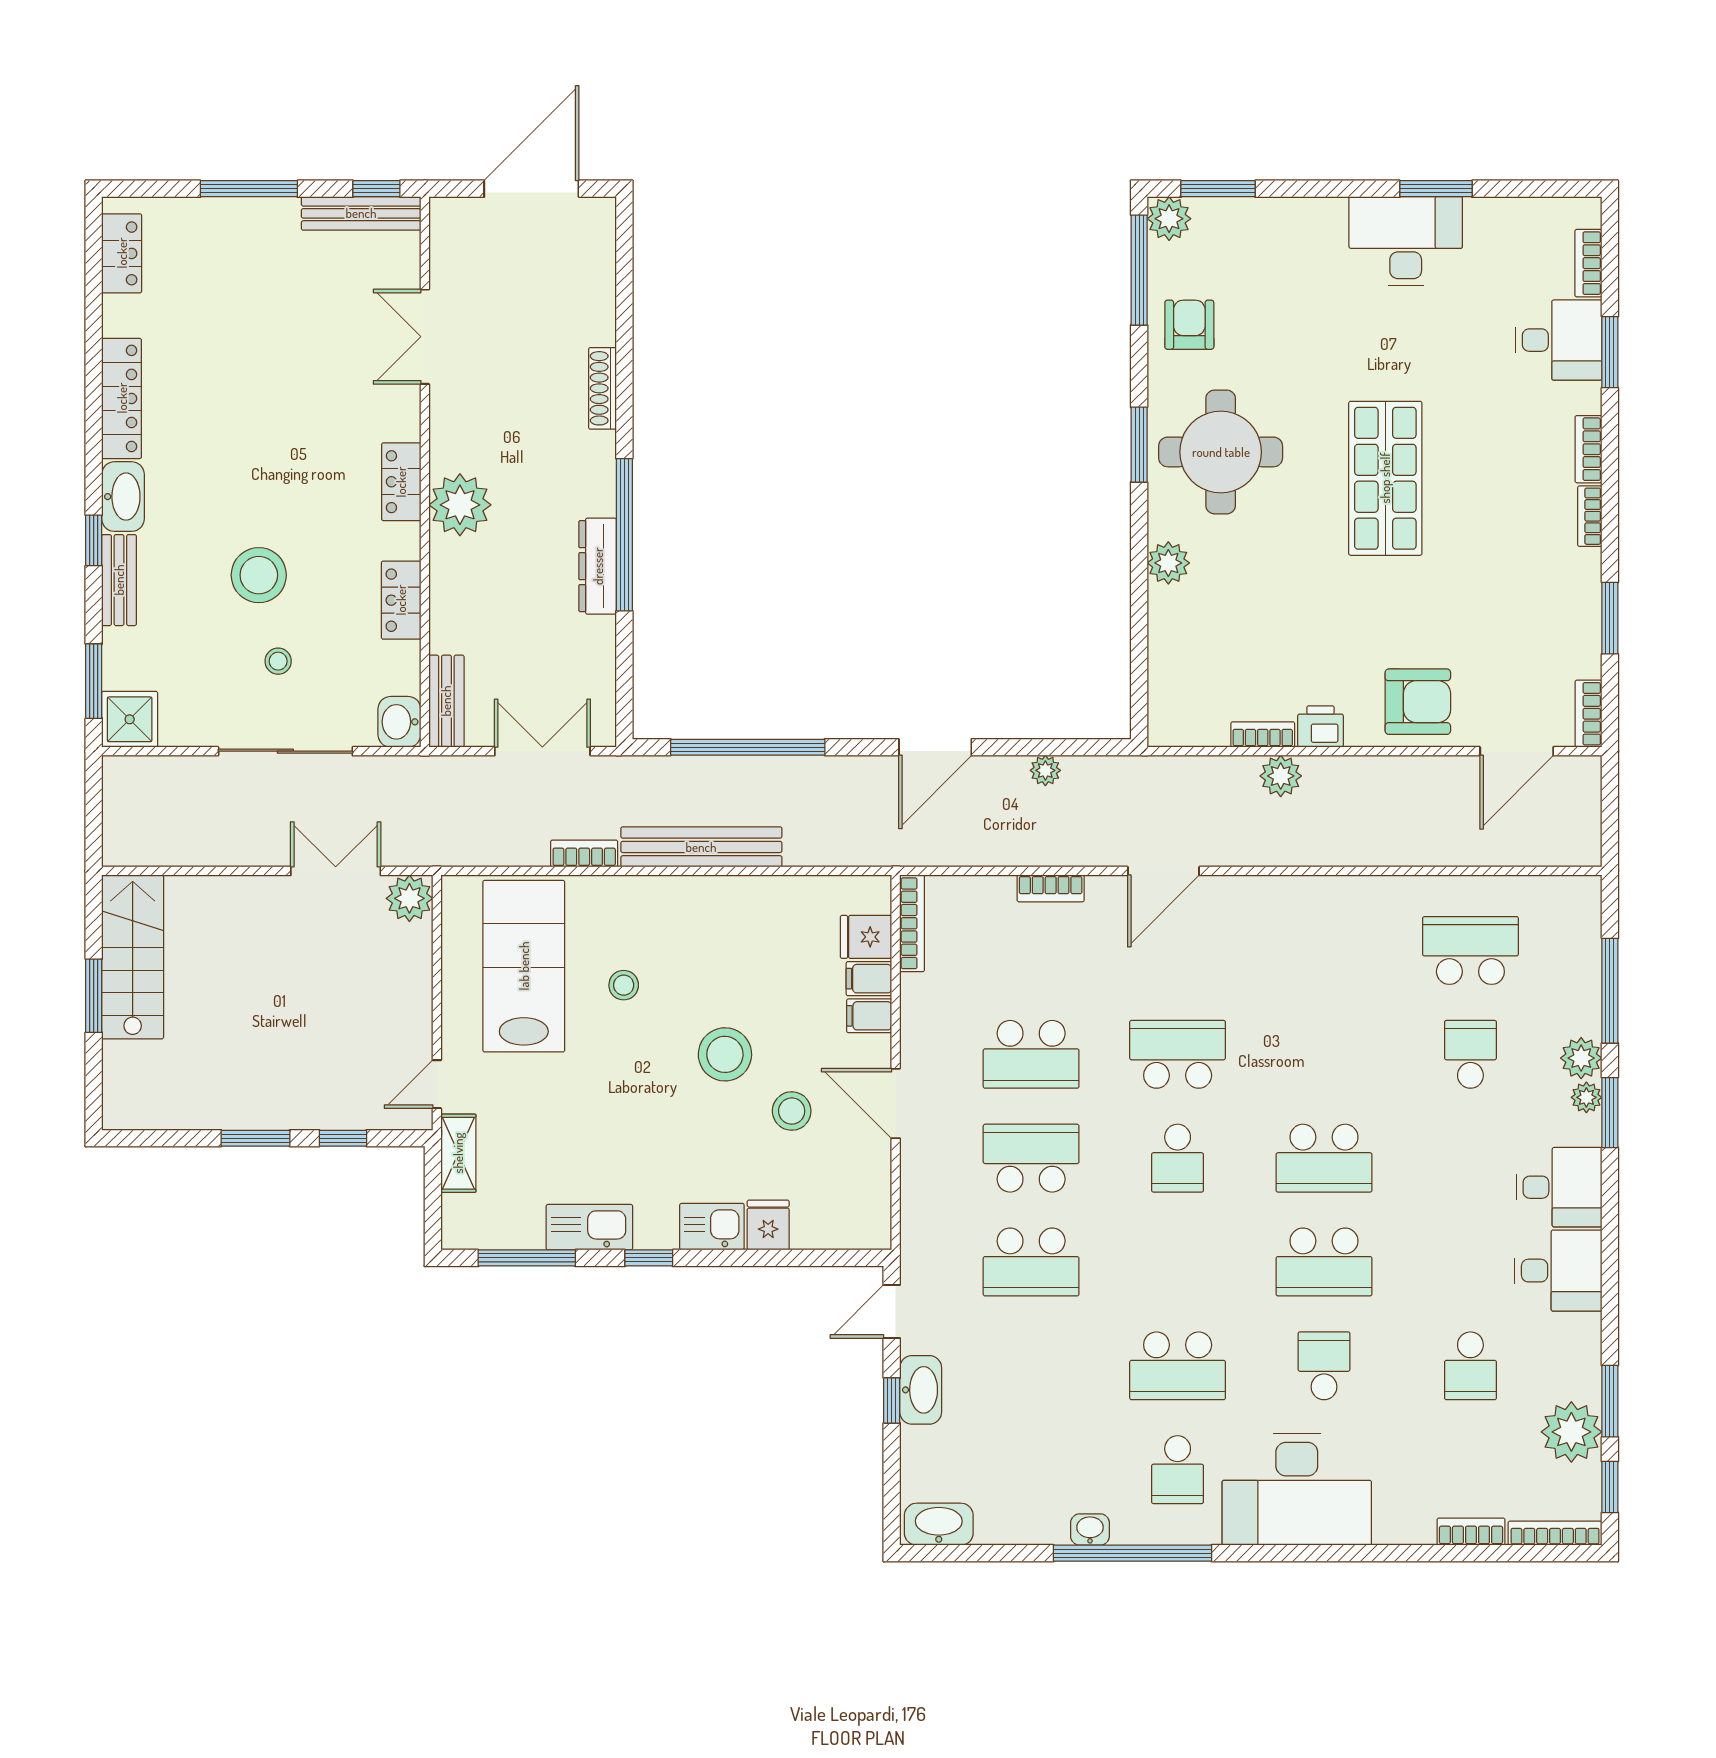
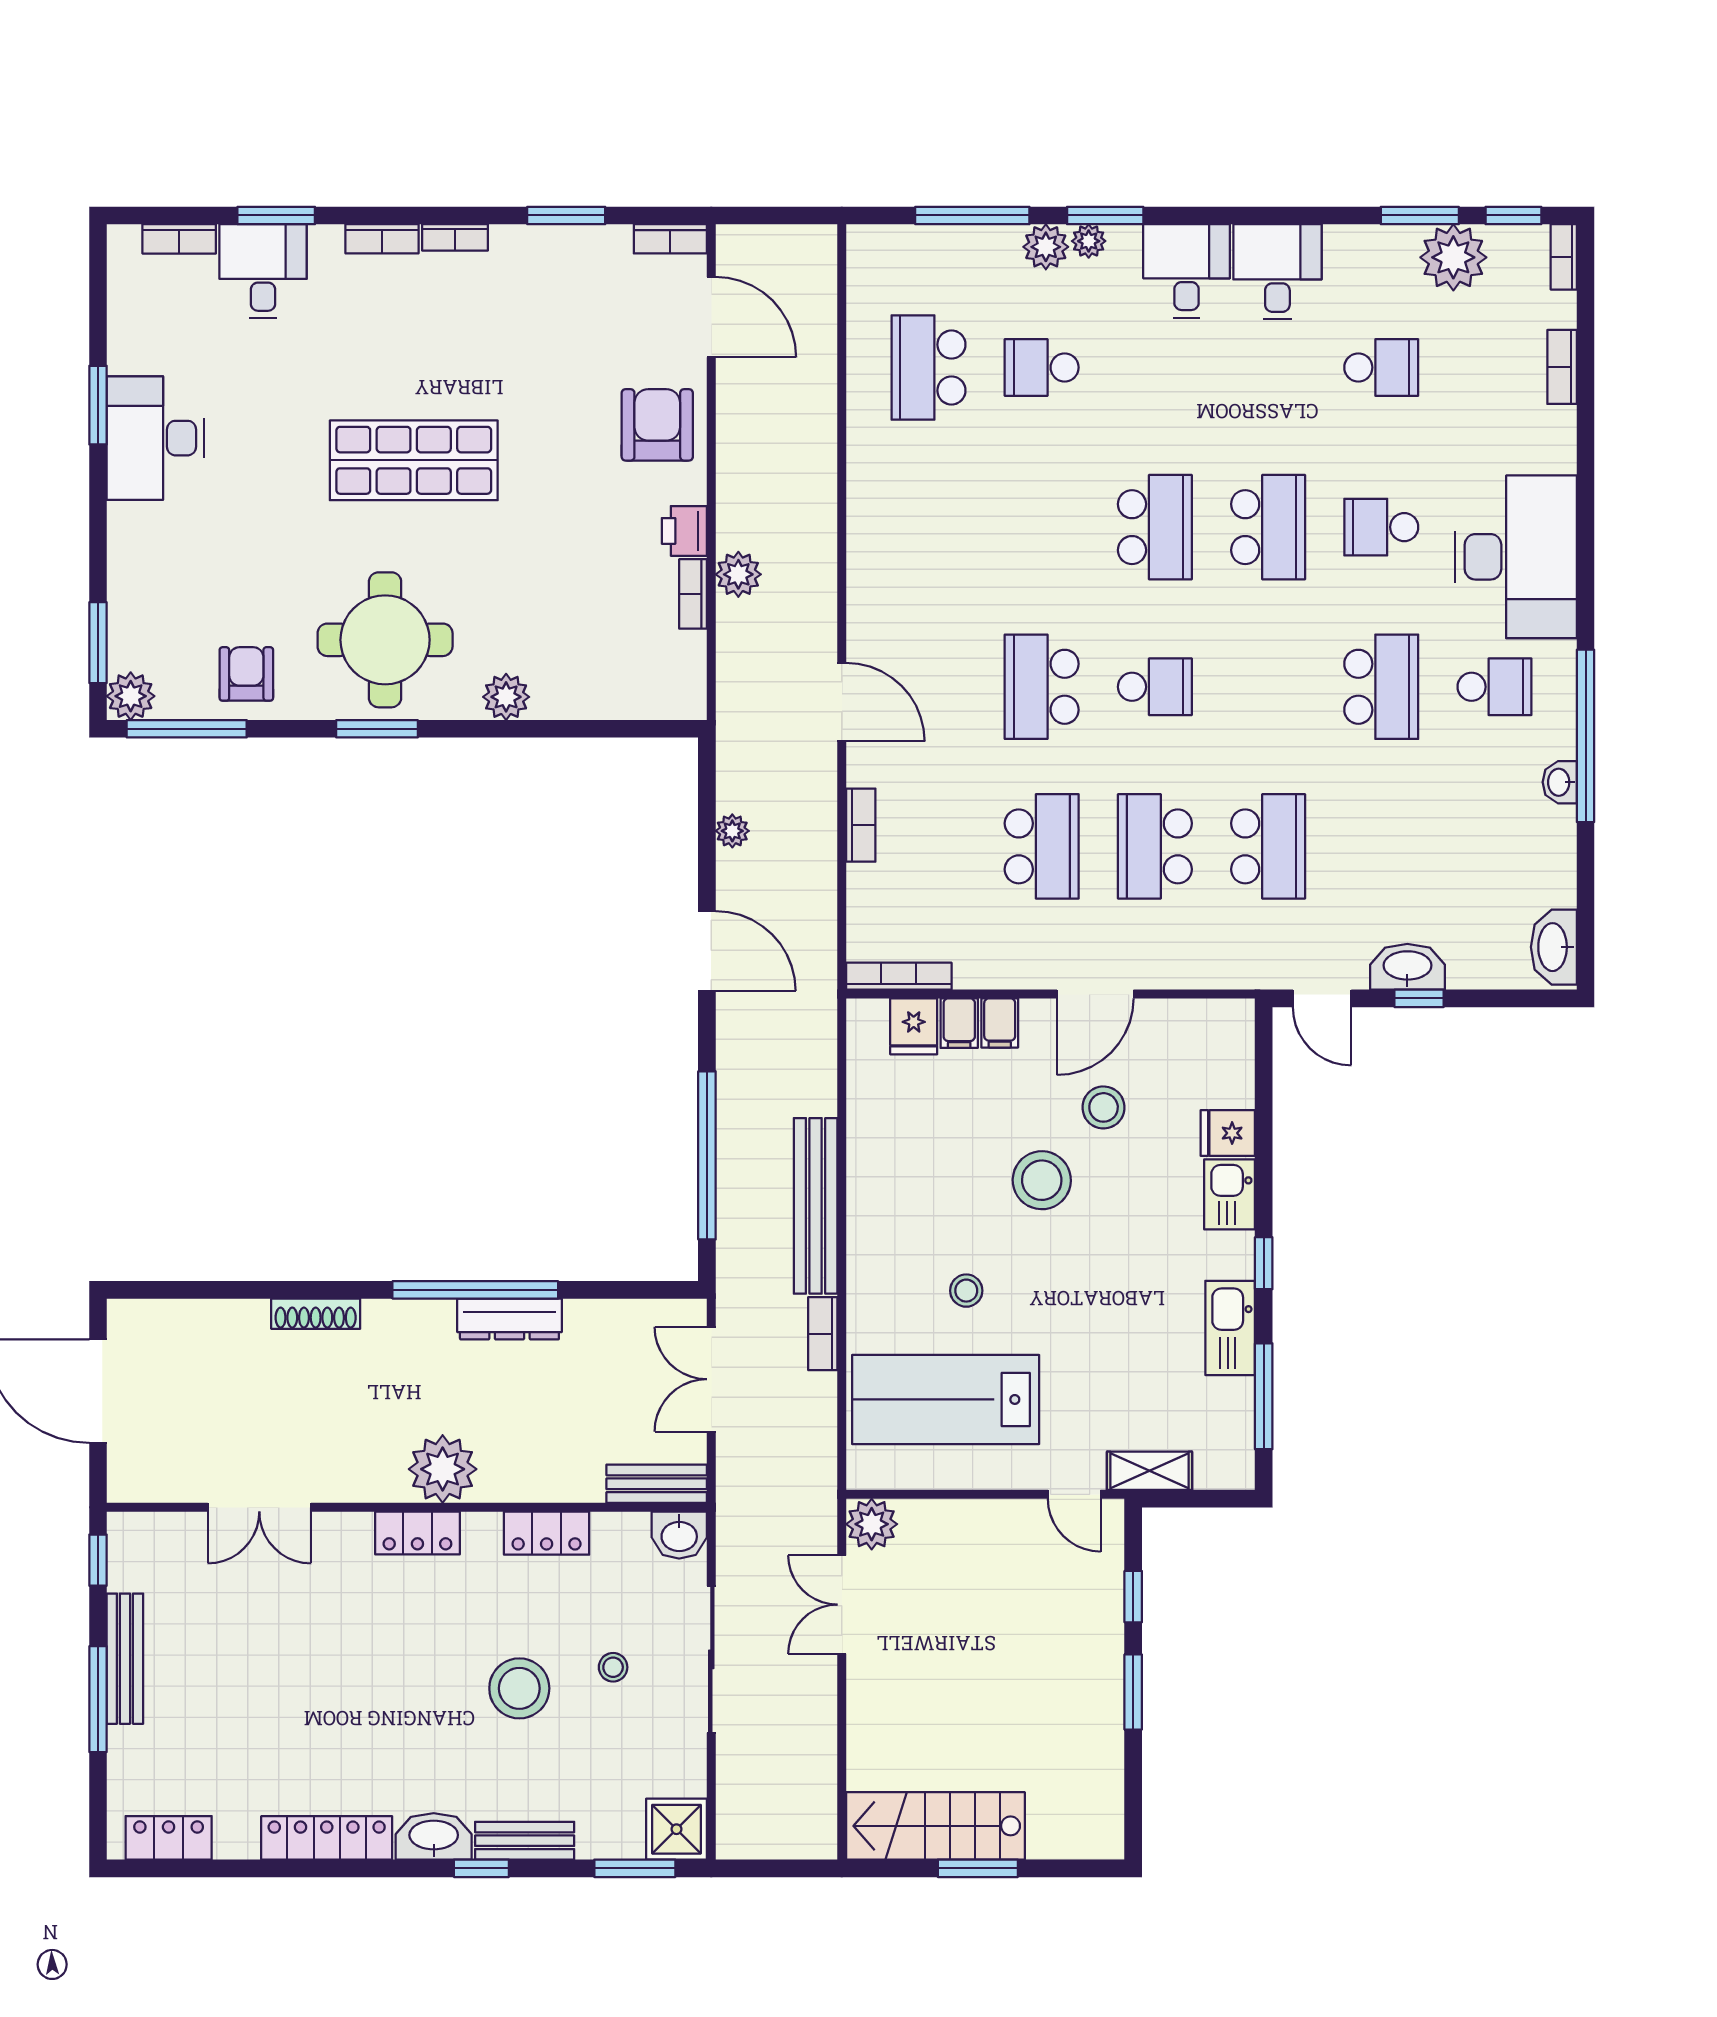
bench: (361, 213) -> (125, 1659), moved
armchair: (1189, 325) -> (246, 674), turned 90
bookcase: (1555, 1533) -> (1564, 257), width x0.64

